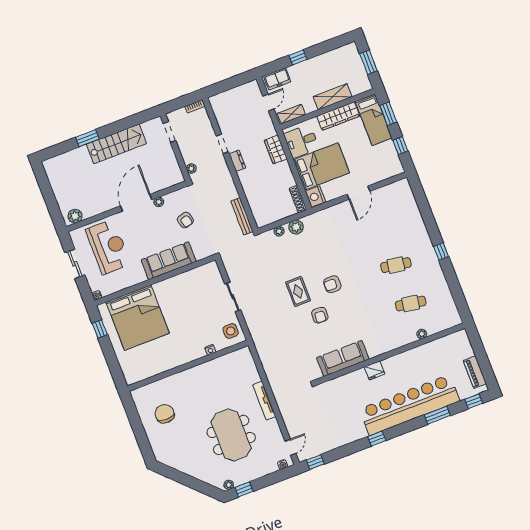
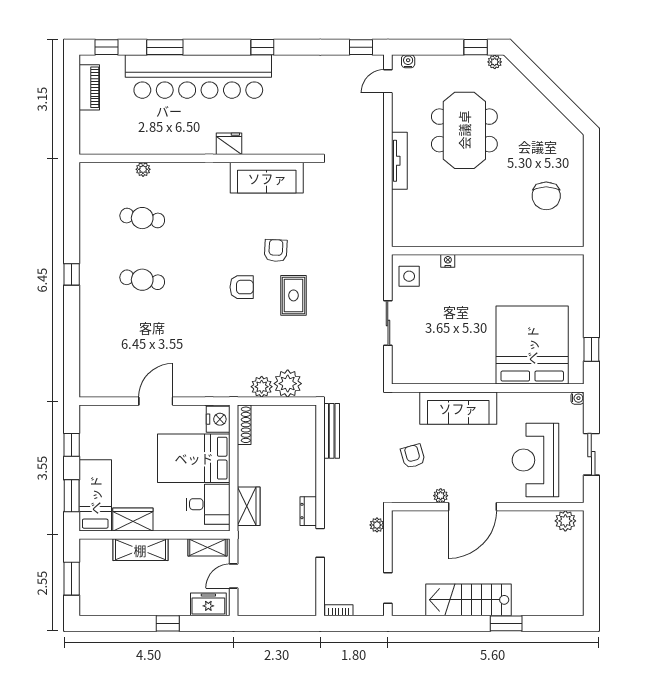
wardrobe: (338, 116) -> (133, 519), width x0.67
plant: (279, 231) -> (288, 384), width x1.88, depth x1.88

